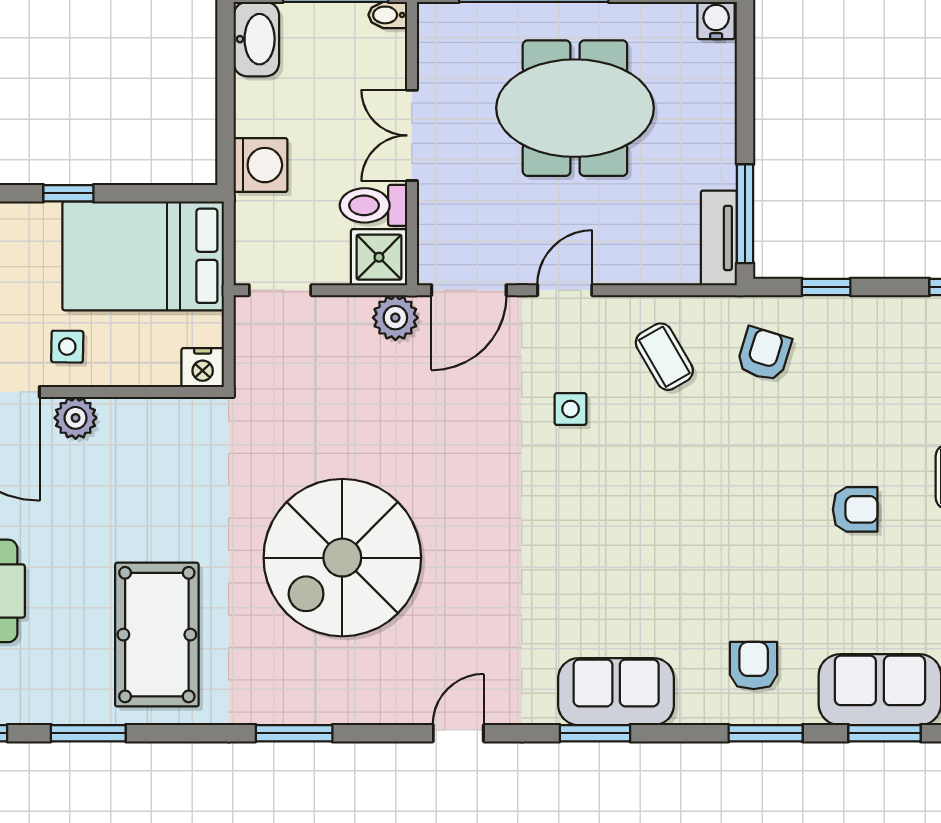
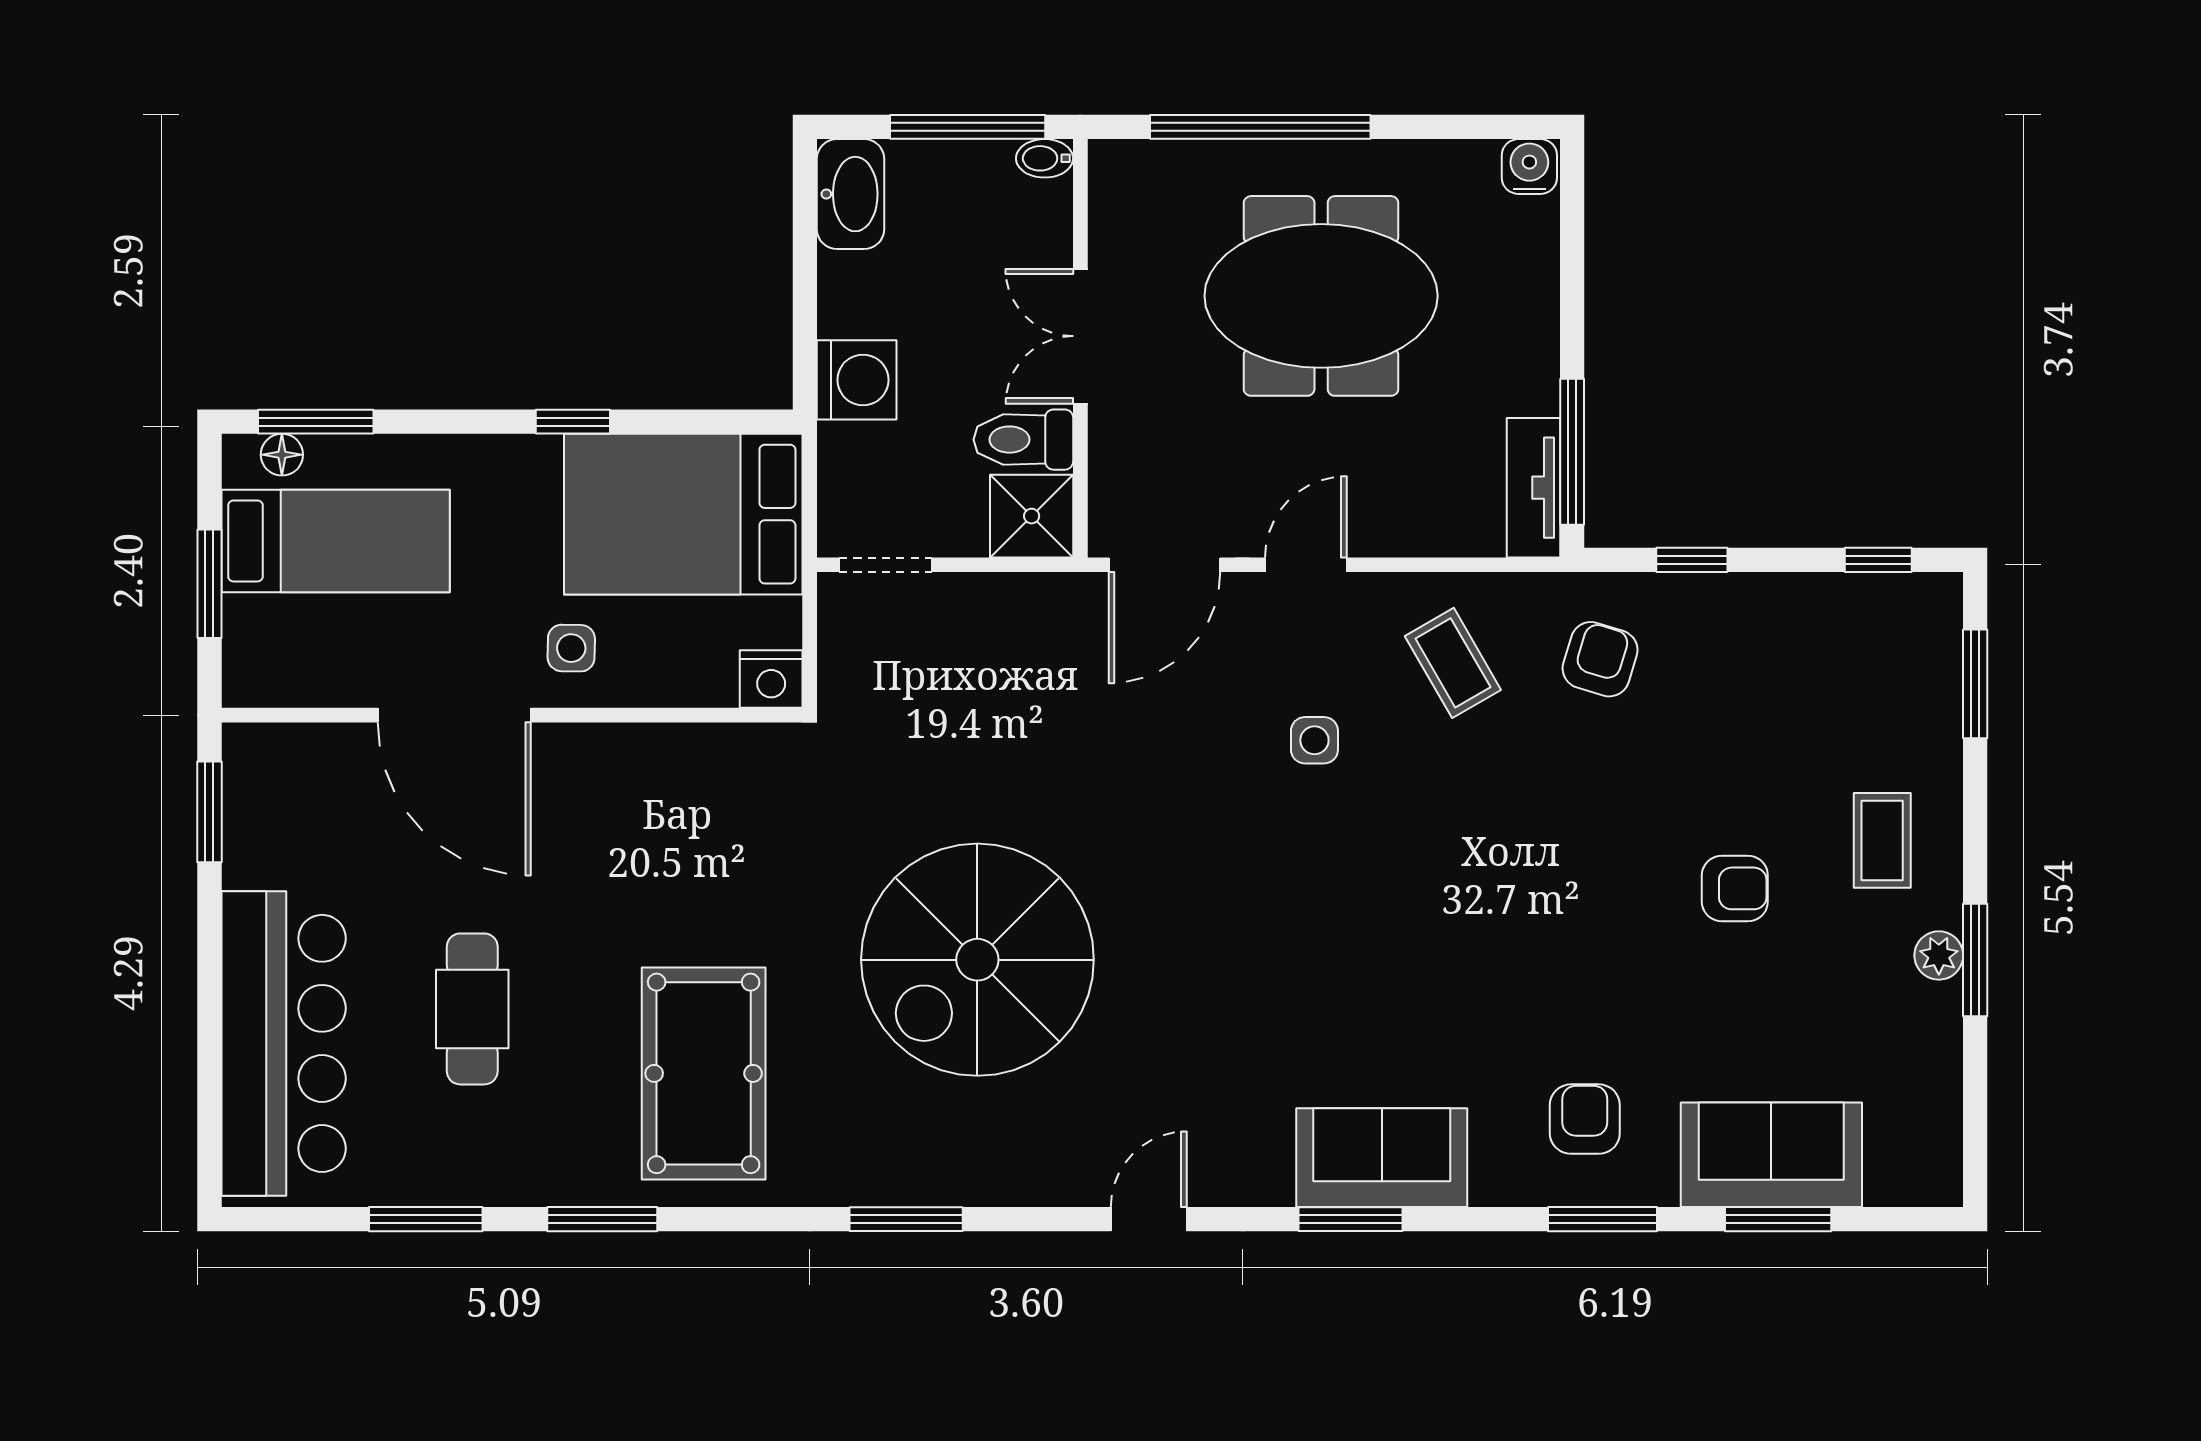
plant: (395, 318) -> (1056, 605), removed
plant: (76, 418) -> (583, 753), removed

